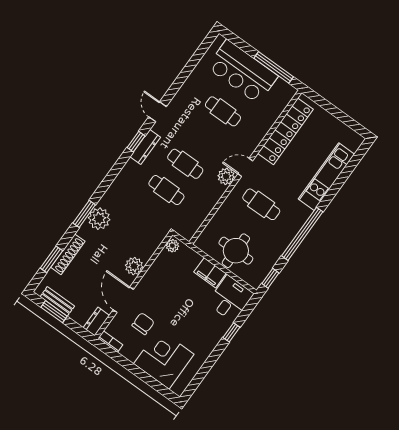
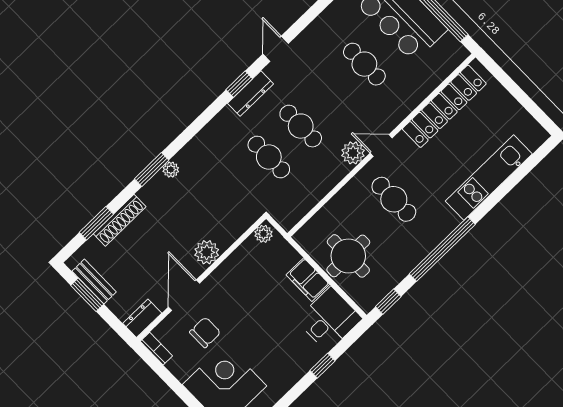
plant: (99, 219) -> (171, 170), width x0.53, depth x0.53

